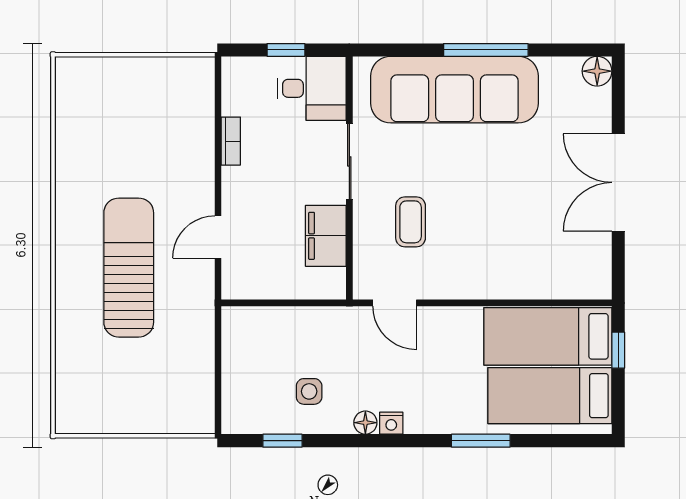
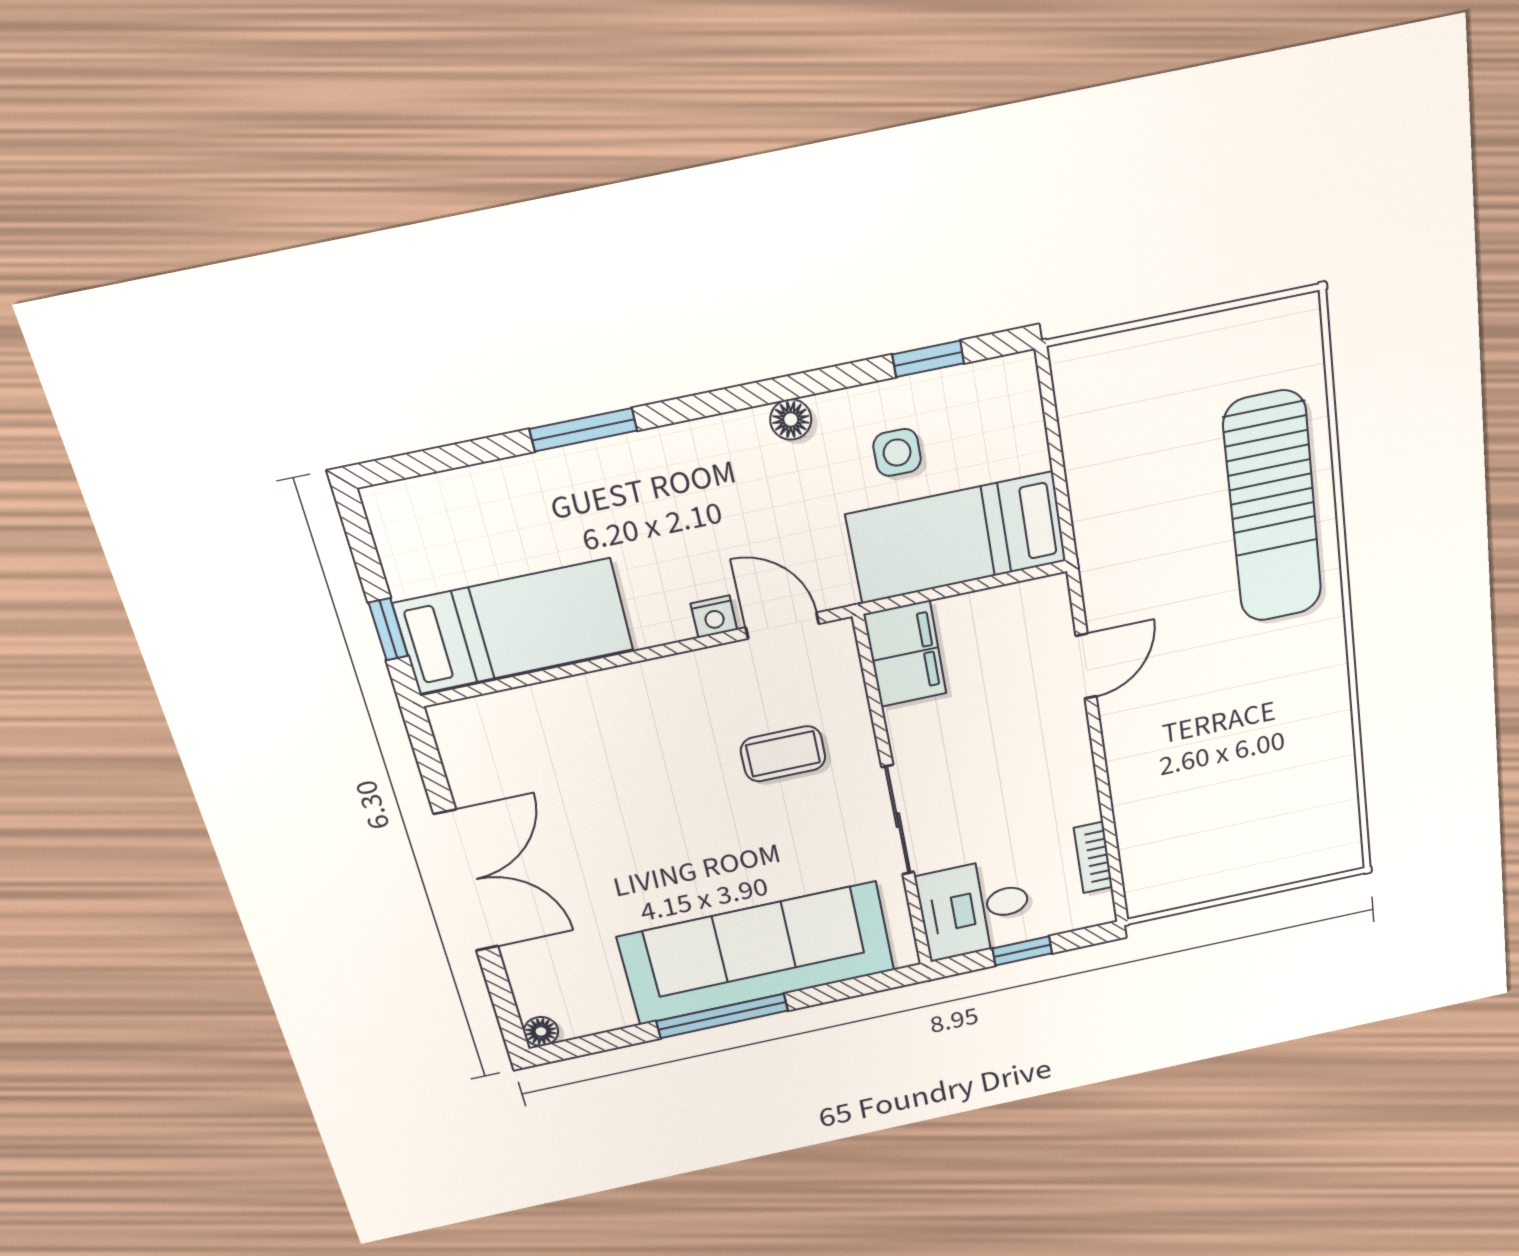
floor lamp: (597, 71) -> (541, 1031), width x0.73, depth x0.73
bookcase: (231, 141) -> (1093, 857), moved
coffee table: (411, 222) -> (783, 754), turned 90
filing cabinet: (326, 236) -> (905, 654), moved
sun lounger: (129, 268) -> (1273, 508), moved
bed: (550, 396) -> (957, 538), moved, turned 180
nightstand: (391, 423) -> (714, 617), moved, turned 180

